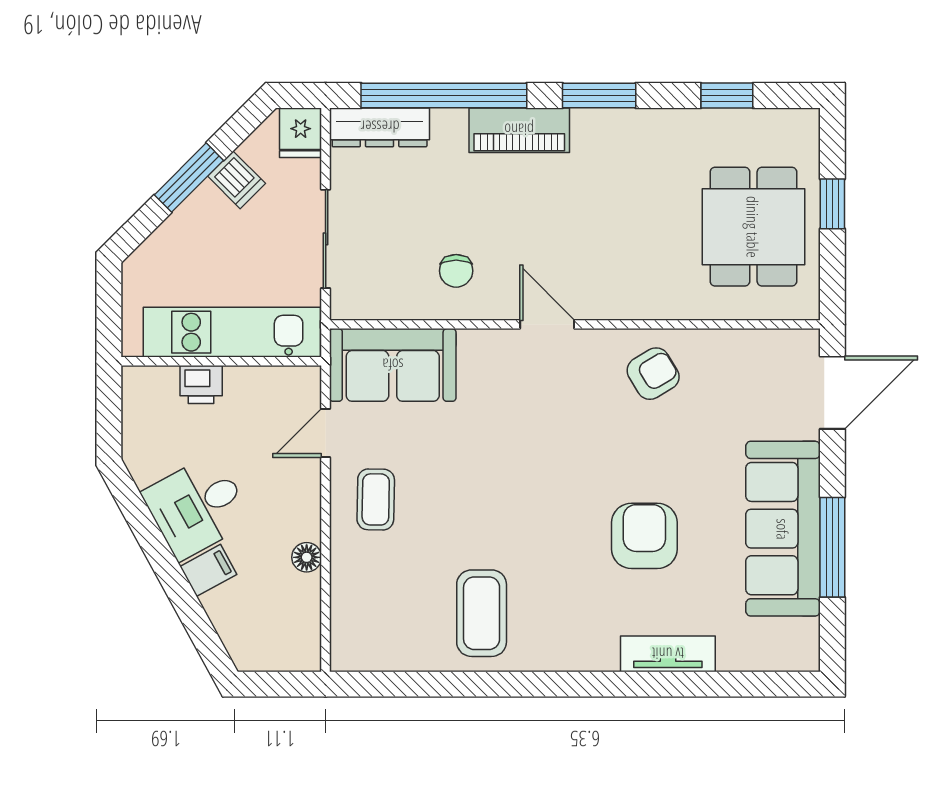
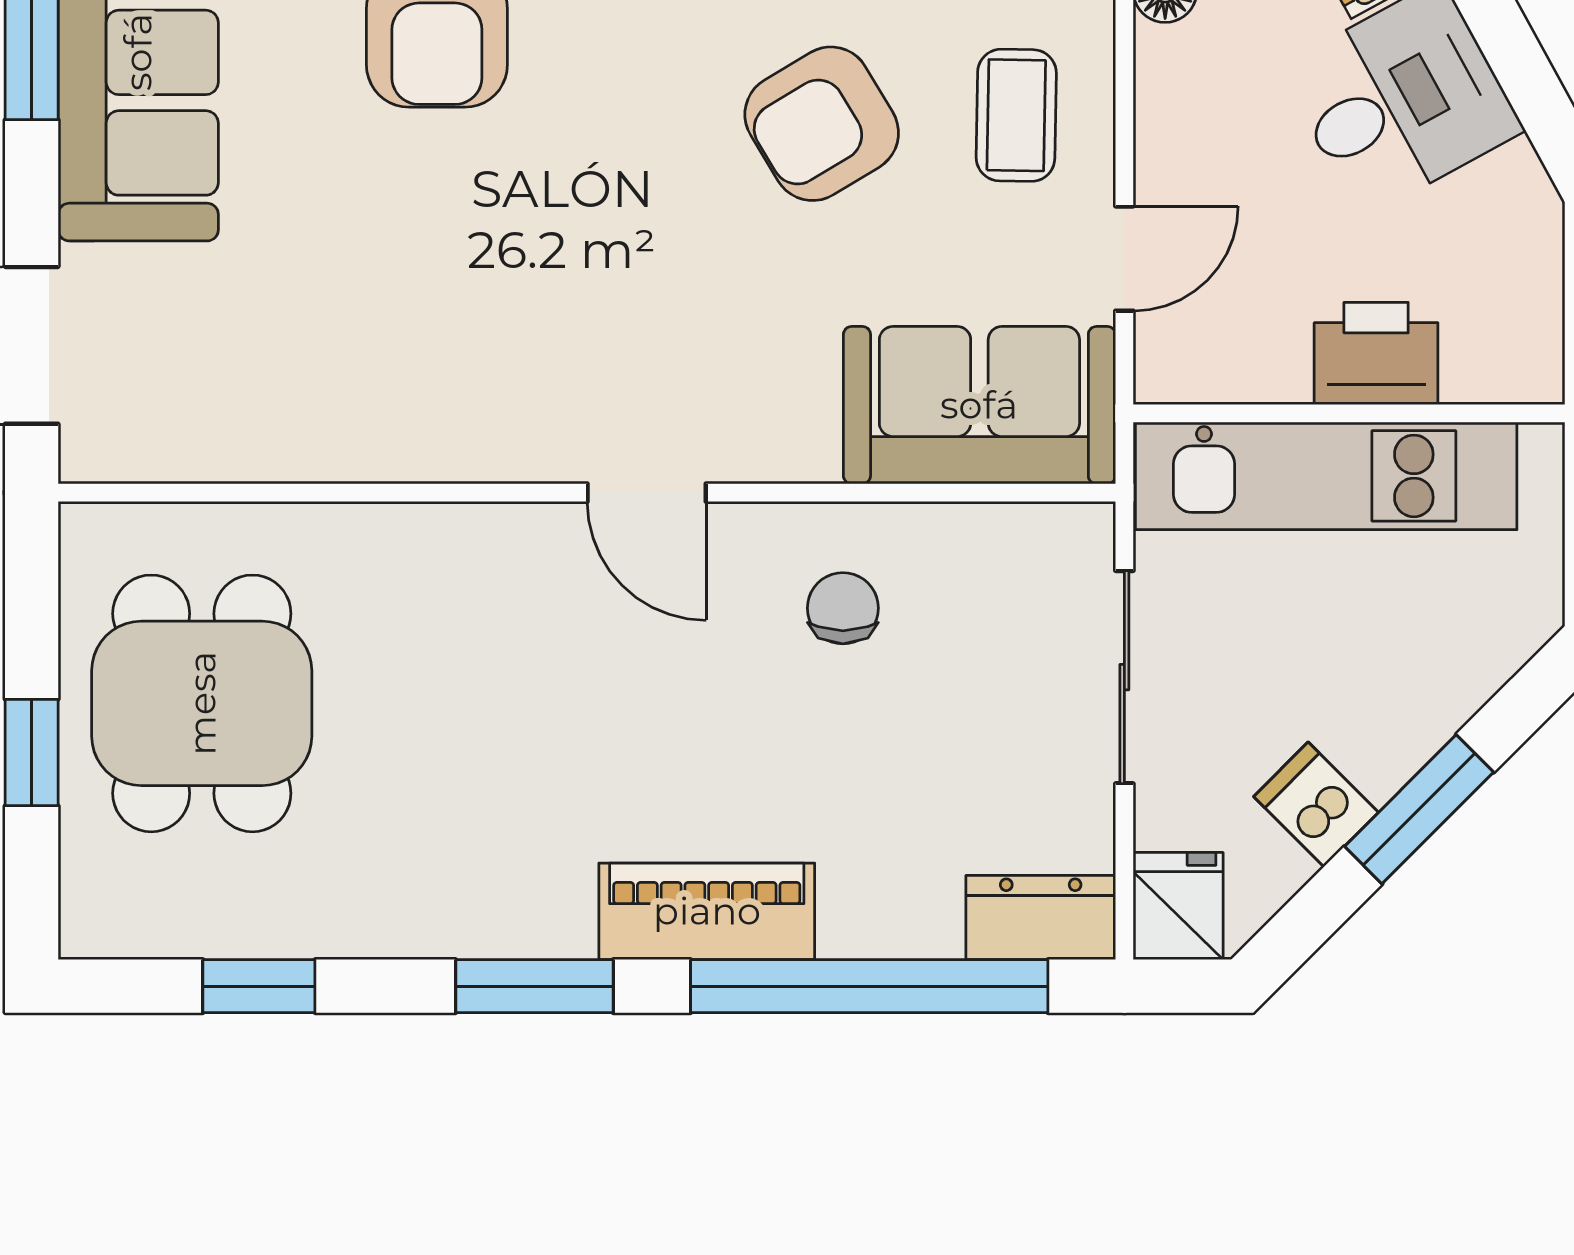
dresser: (380, 127) -> (1041, 918), width x0.70
armchair: (653, 374) -> (822, 124), moved, width x1.38, depth x1.38
printer: (201, 384) -> (1376, 353), width x1.36, depth x1.24

